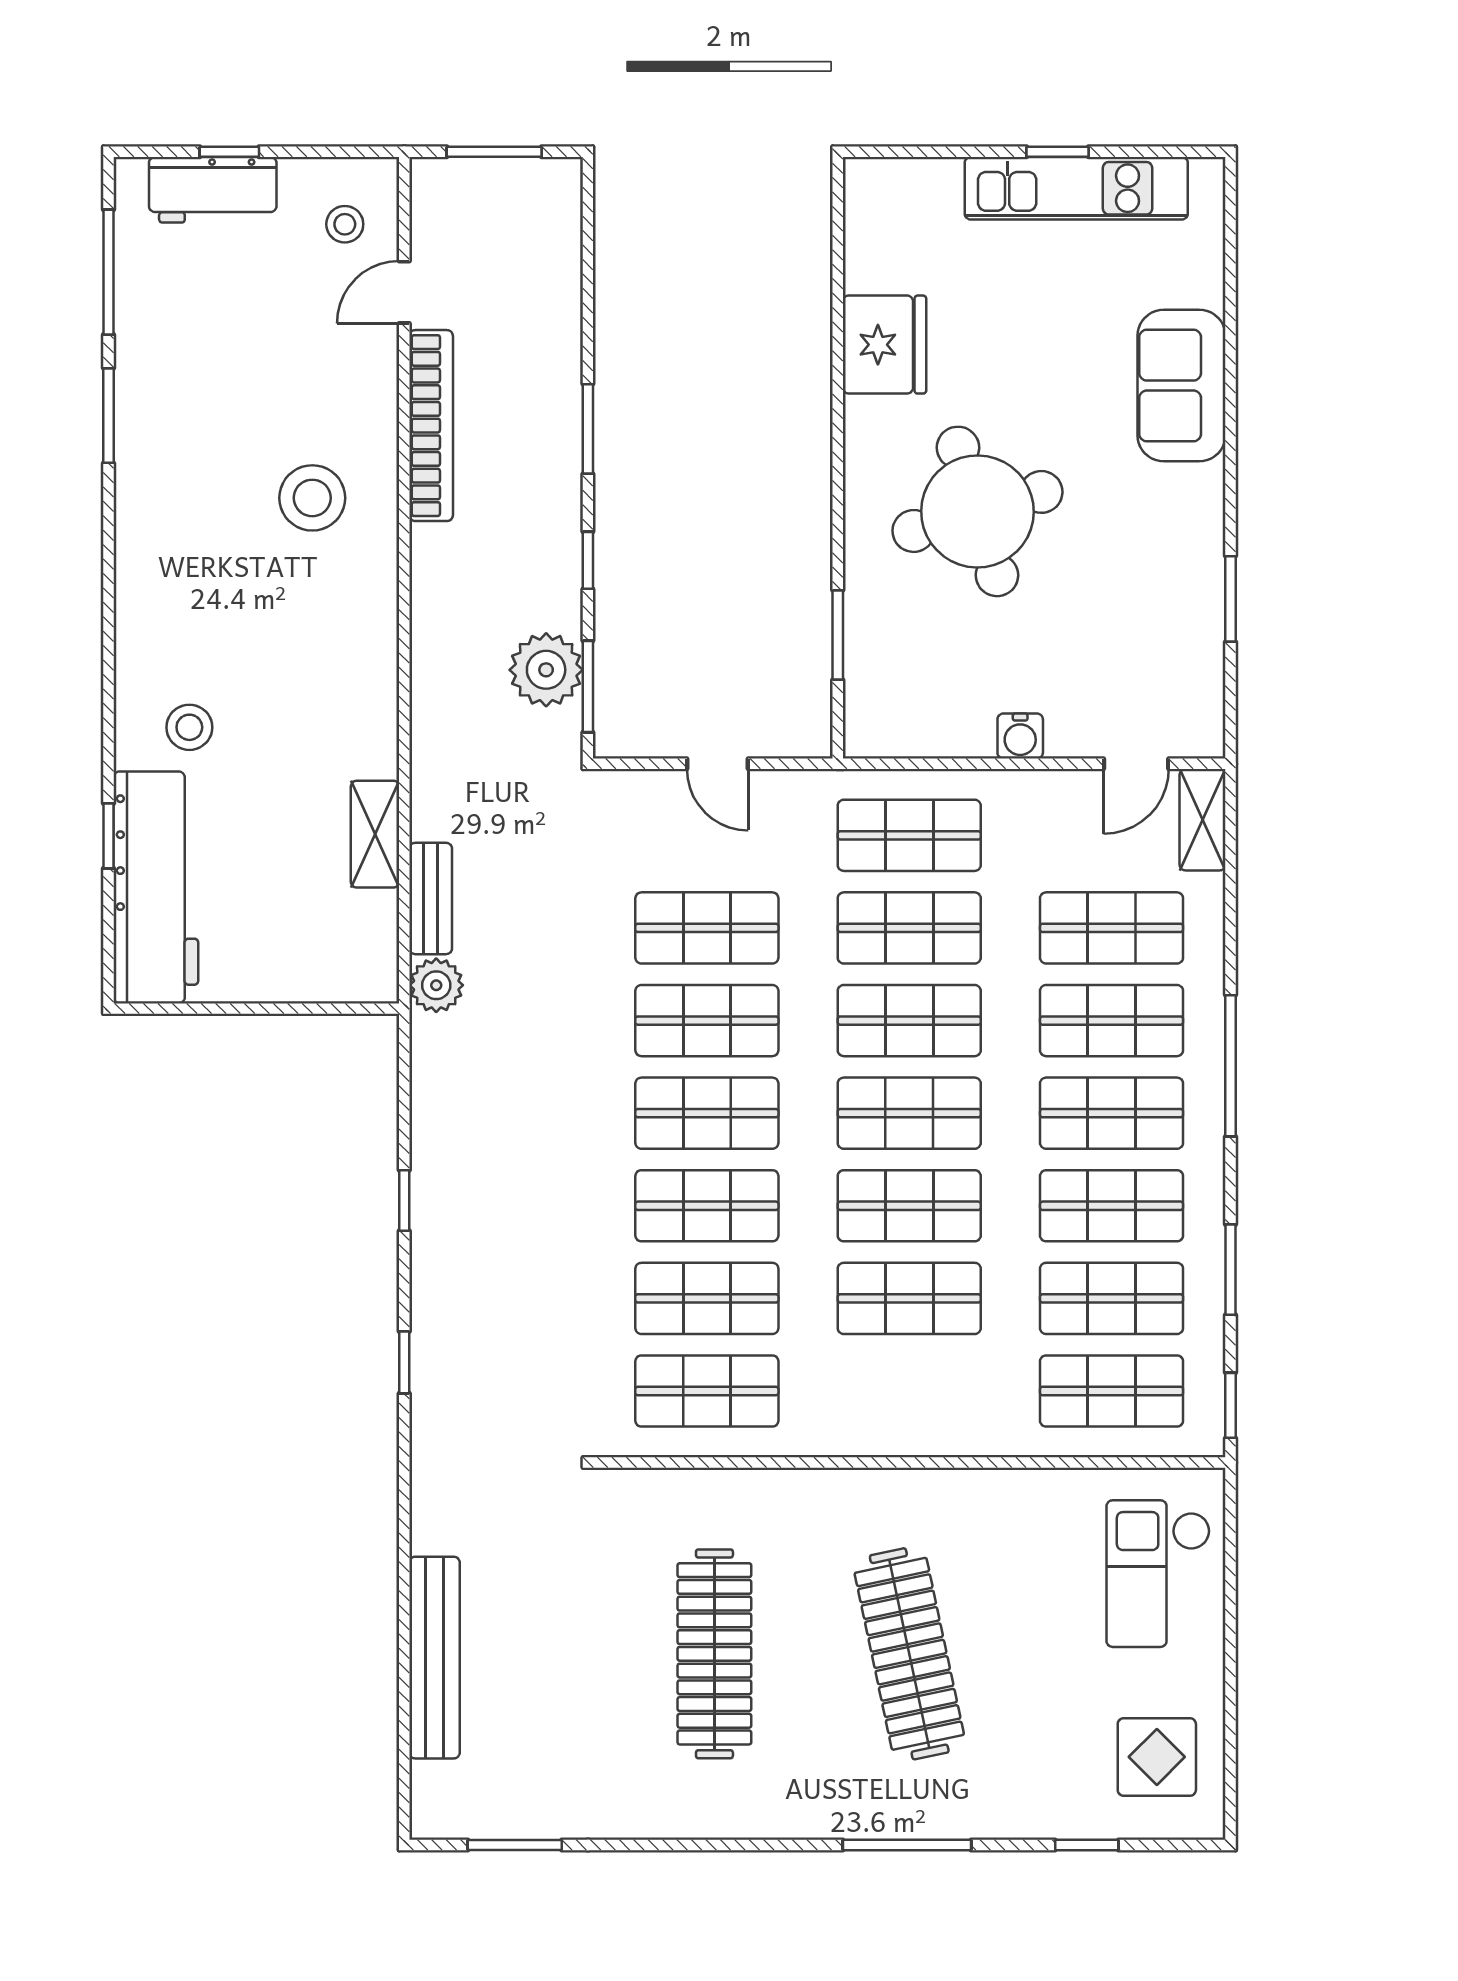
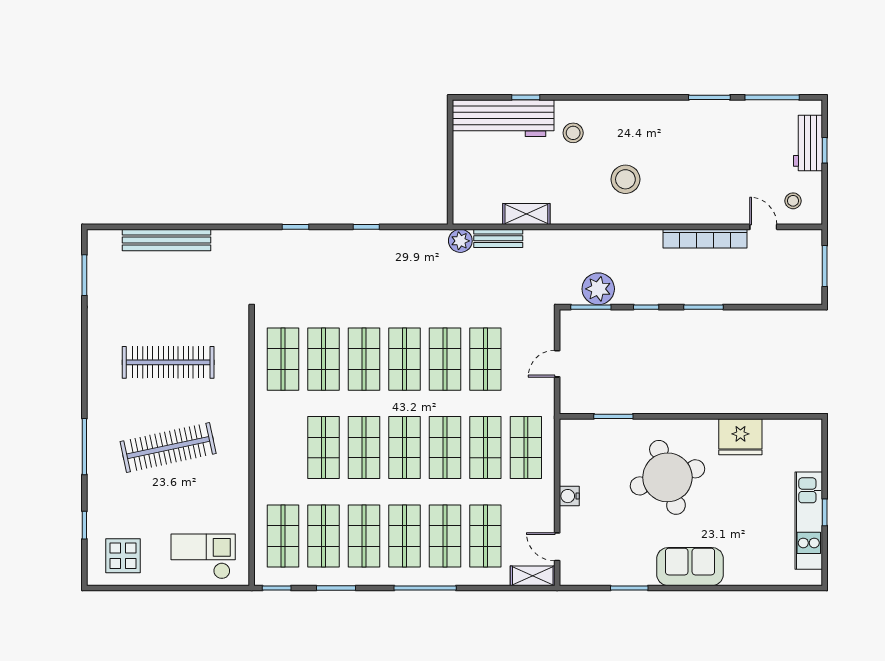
sofa: (1182, 386) -> (690, 567), moved
stool: (312, 498) -> (625, 179), moved

